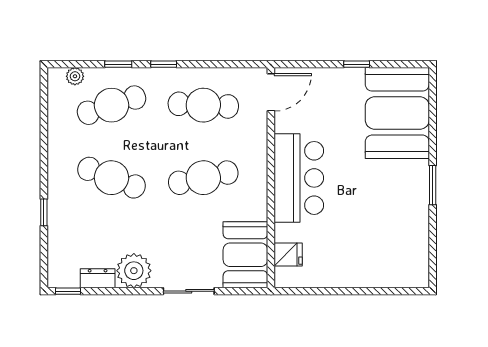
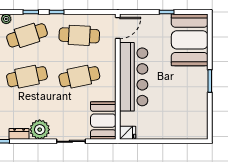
cafe table: (111, 178) -> (27, 77), turned -33
bar counter: (299, 178) -> (134, 77), width x1.36
fridge: (288, 254) -> (128, 133), moved

